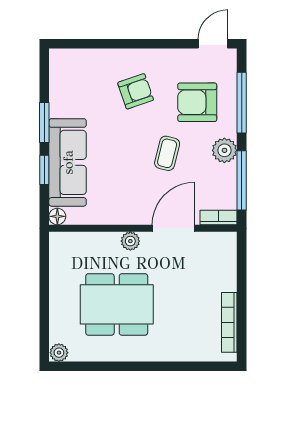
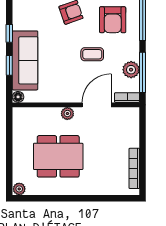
armchair: (197, 102) -> (113, 20), turned -90
window: (44, 122) -> (9, 33), width x0.67
plant: (224, 150) -> (131, 70), moved
coffee table: (167, 153) -> (92, 54), turned 76

